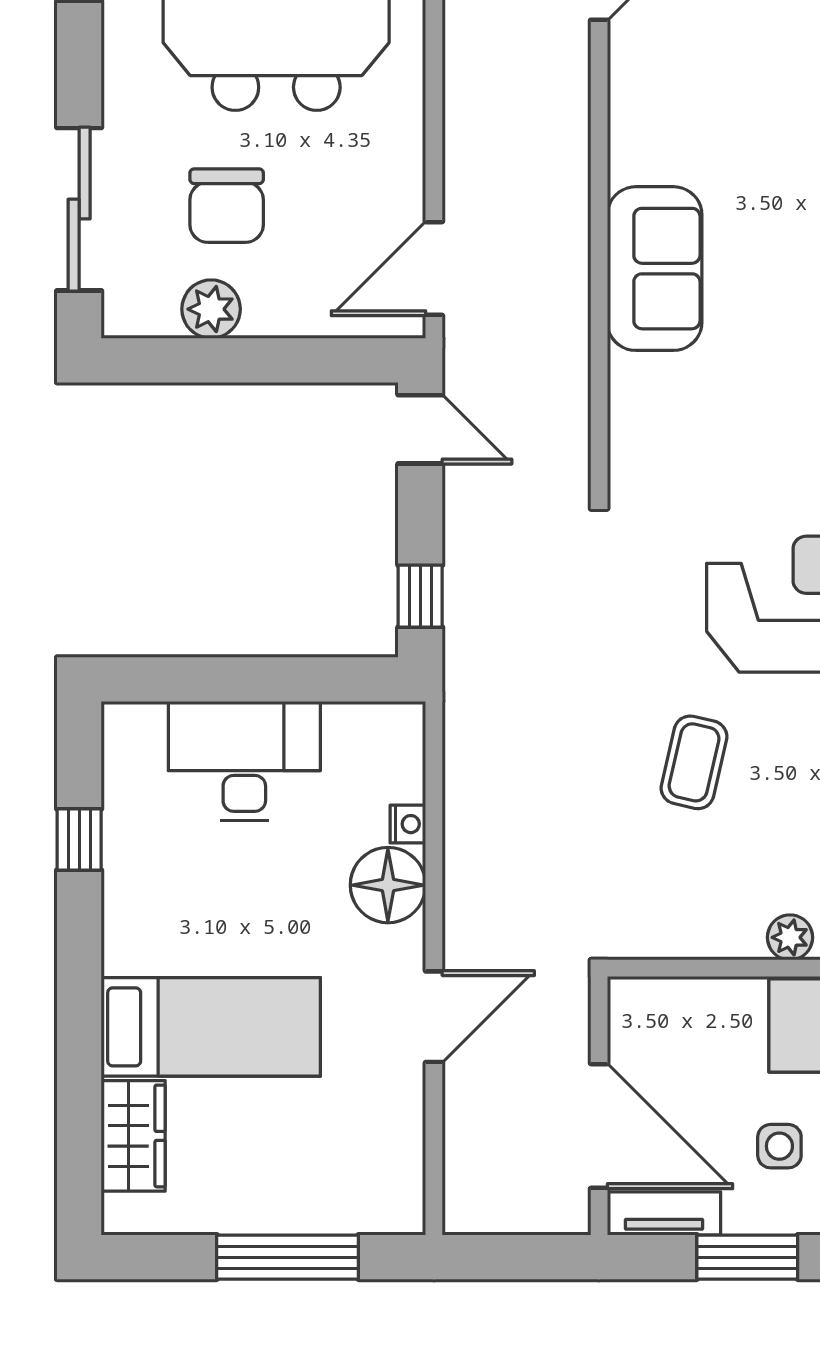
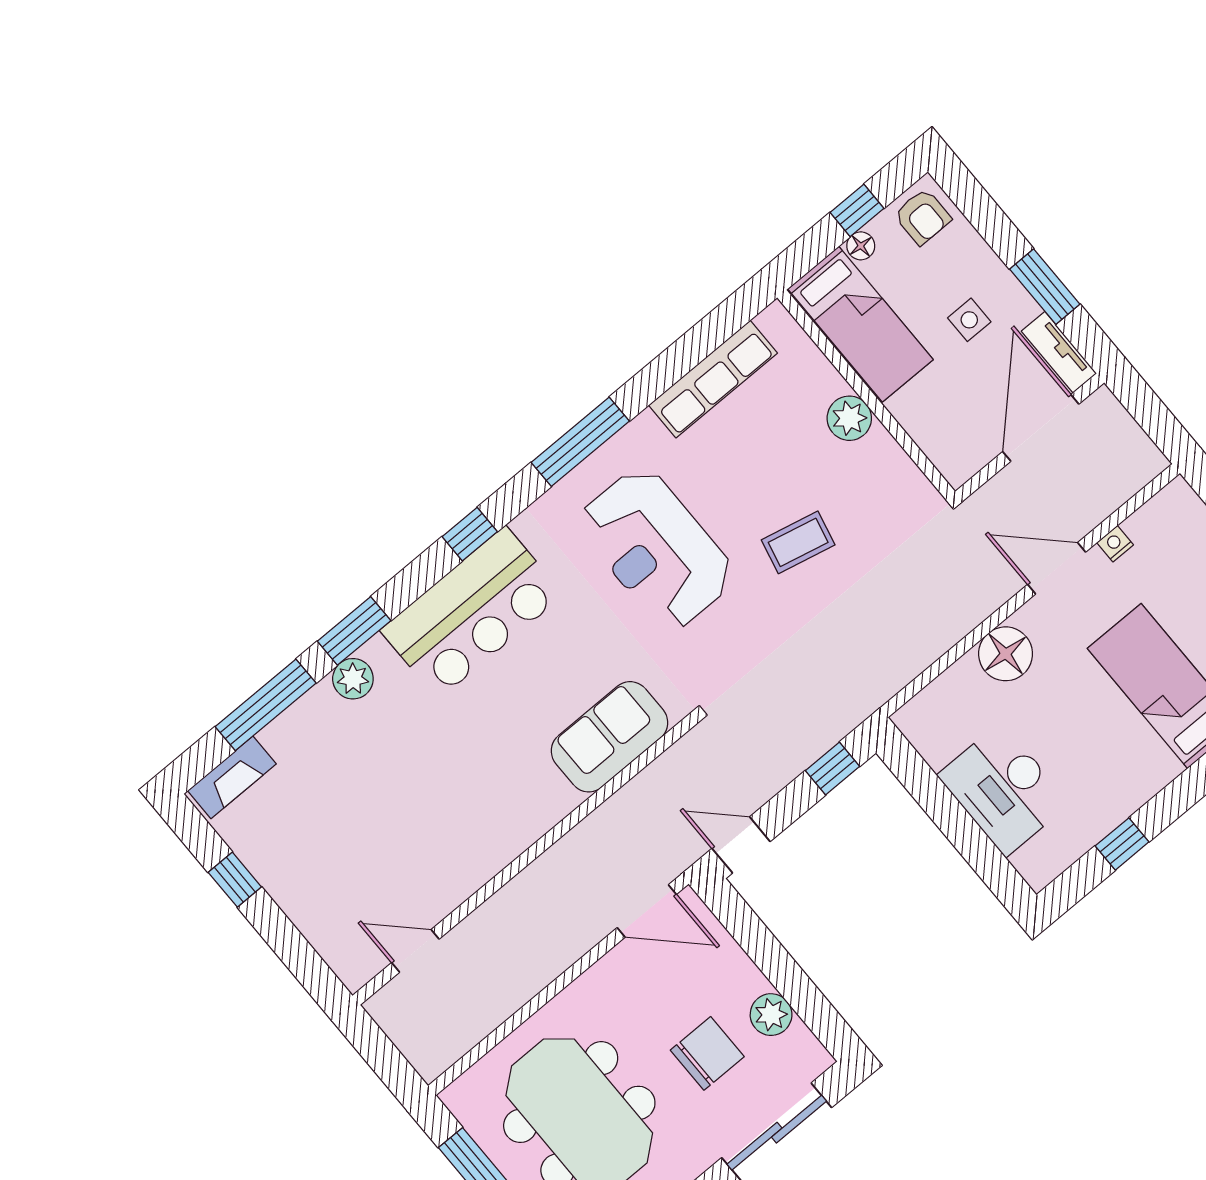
sofa: (655, 269) -> (610, 737), moved
door: (420, 429) -> (741, 845), hinge flipped
nightstand: (408, 824) -> (1115, 544), moved
plant: (790, 937) -> (849, 418), width x1.38, depth x1.38

